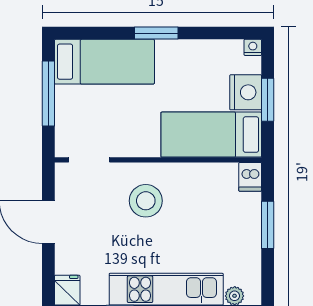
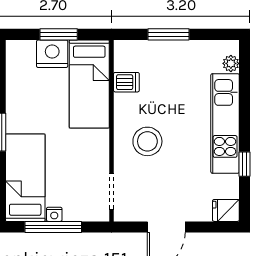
nightstand: (253, 47) -> (54, 214), moved, turned -90
dishwasher: (250, 177) -> (126, 82), moved

